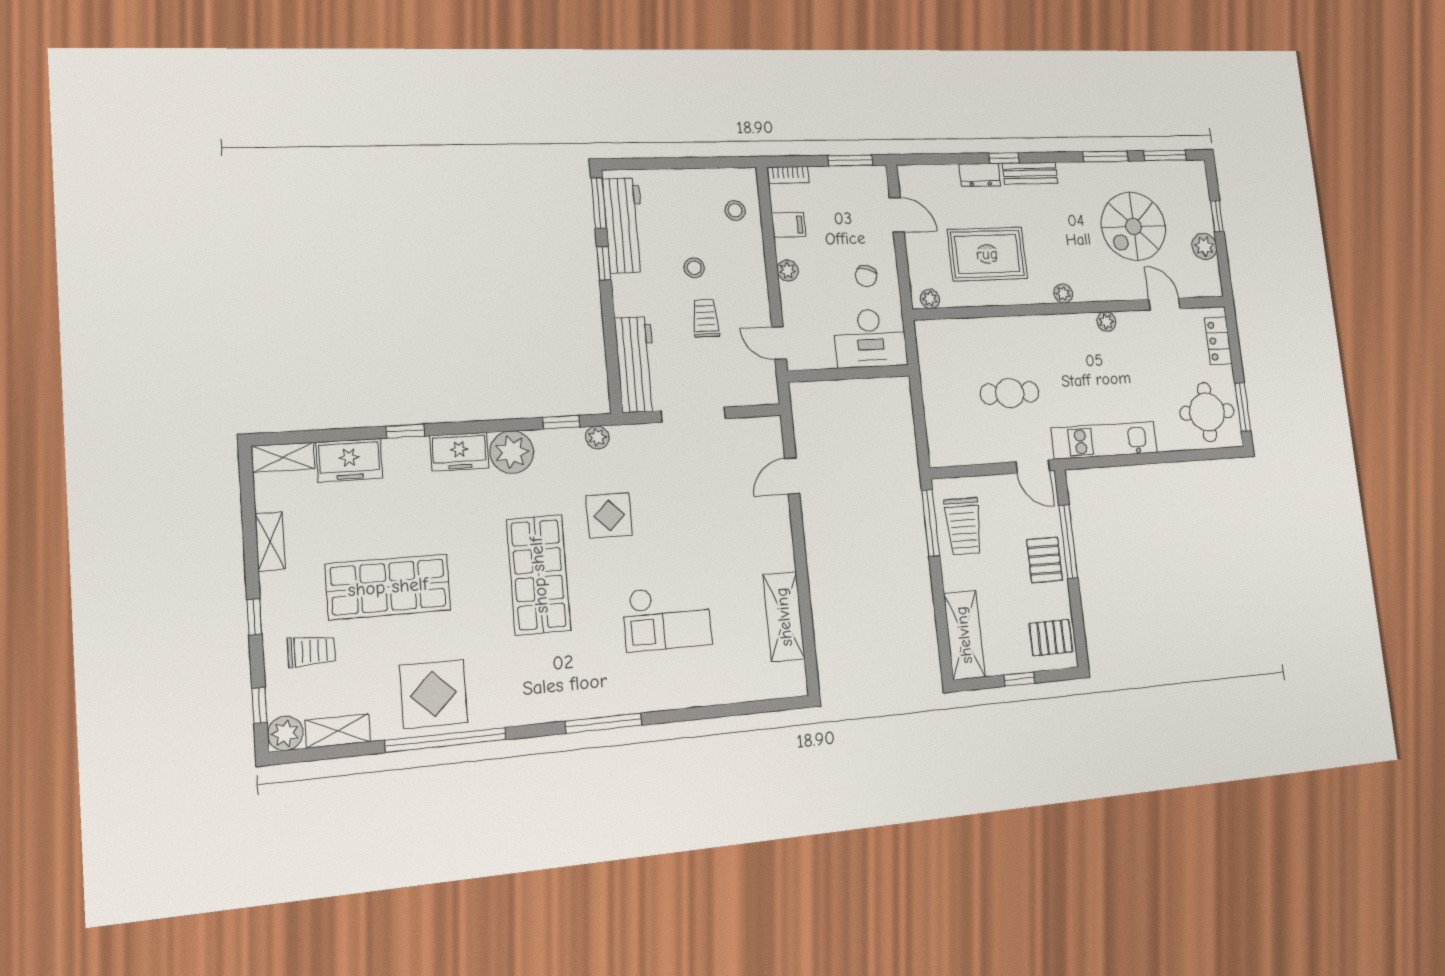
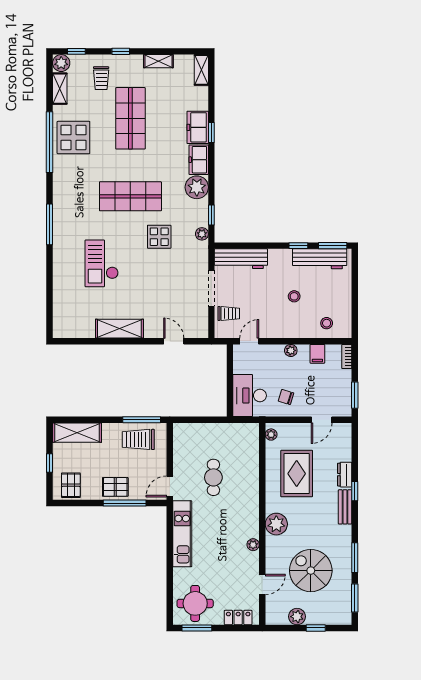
plant: (1063, 293) -> (276, 524), width x1.88, depth x1.88
trolley: (706, 318) -> (229, 313), moved
freezer: (349, 460) -> (198, 127), moved
shelving: (784, 617) -> (119, 329), moved

